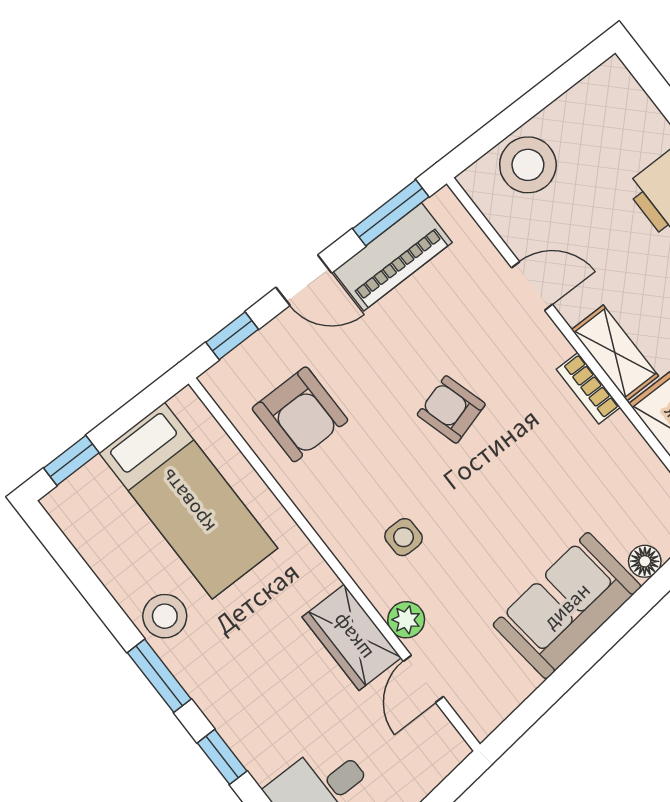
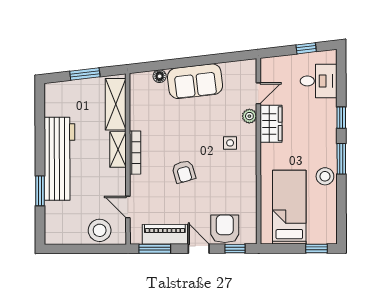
door: (532, 286) -> (128, 207), moved
bookcase: (588, 388) -> (135, 153), width x1.56
armchair: (300, 414) -> (225, 229), moved

